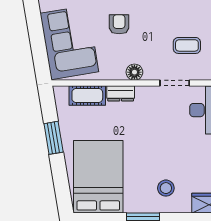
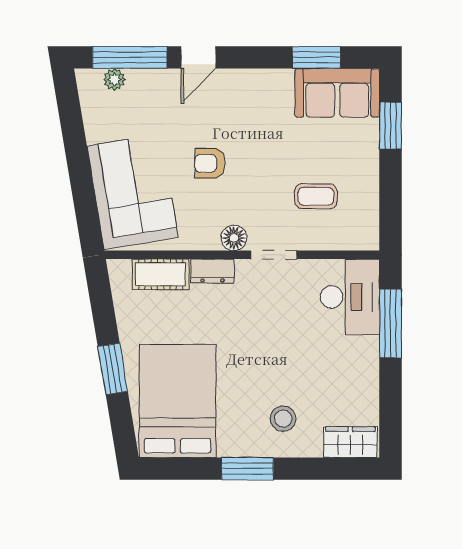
armchair: (119, 24) -> (210, 163), turned -90
doorway: (175, 83) -> (274, 255), moved
window: (54, 138) -> (113, 369), moved

